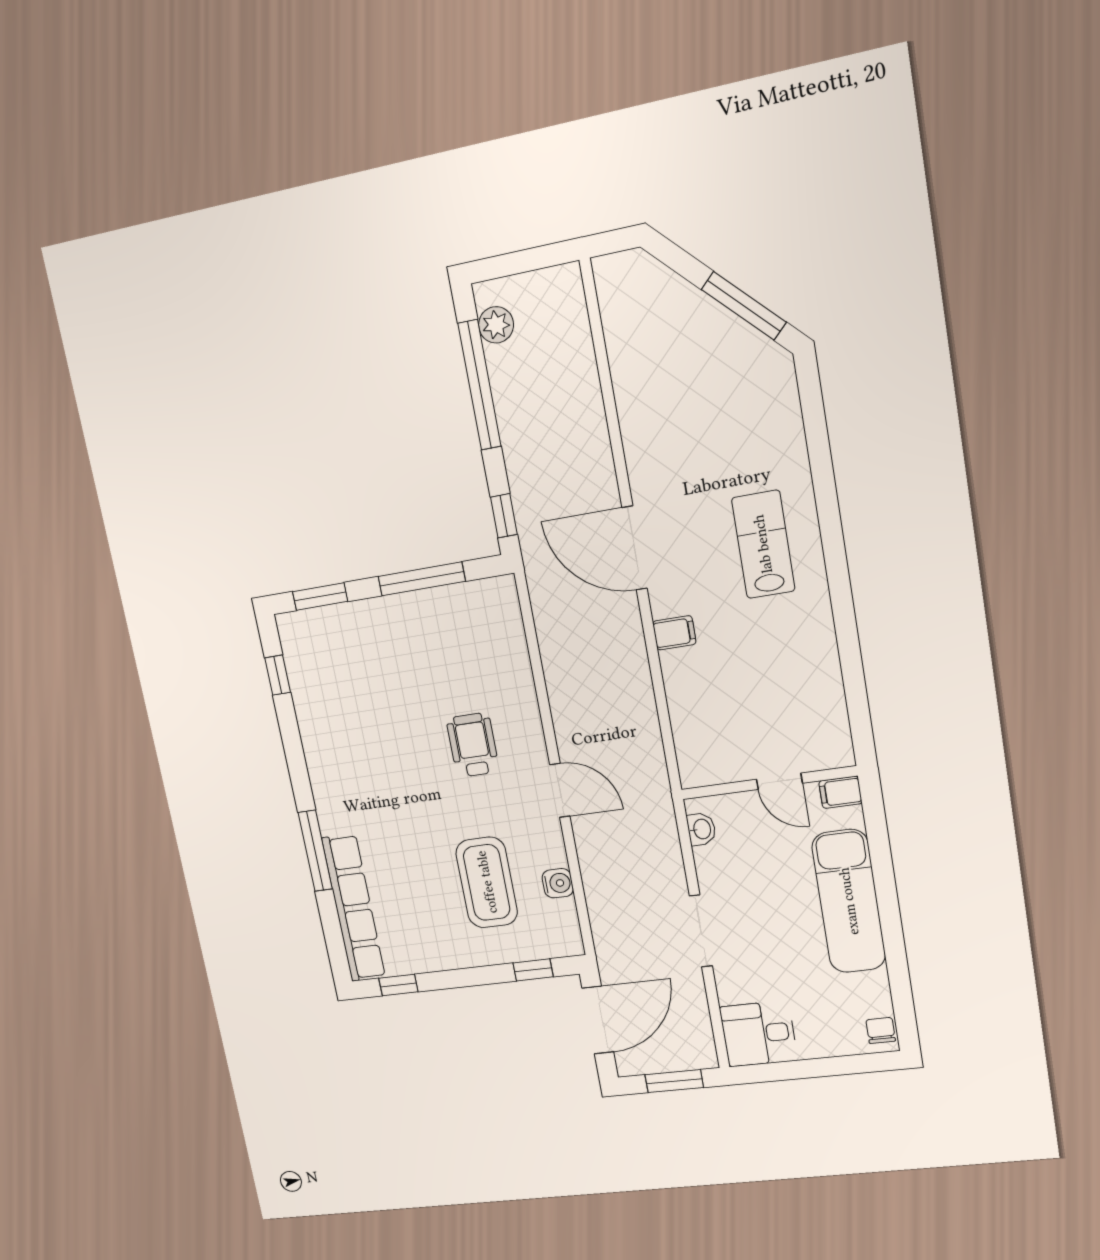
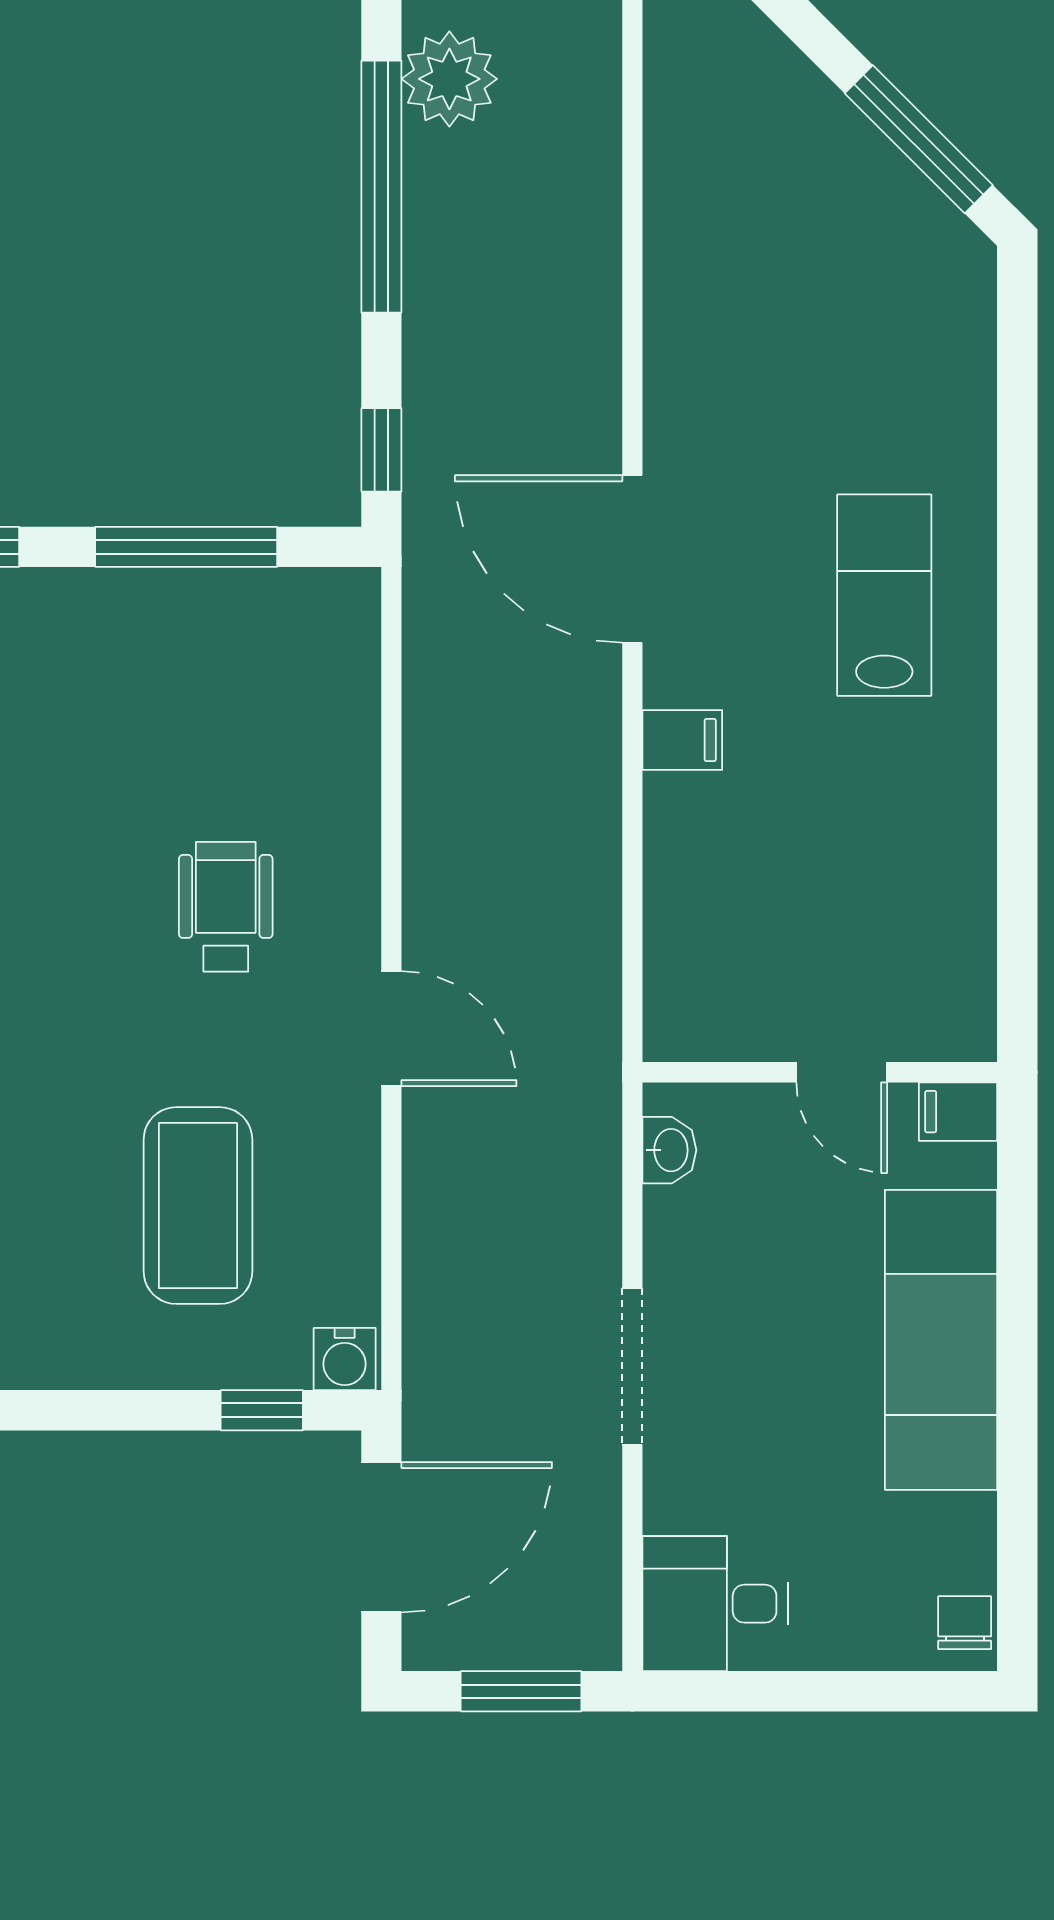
plant: (496, 325) -> (449, 79), width x1.36, depth x1.36
water cooler: (558, 883) -> (345, 1359), moved, turned 90

